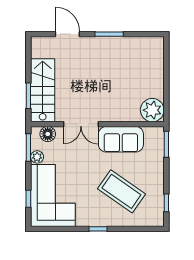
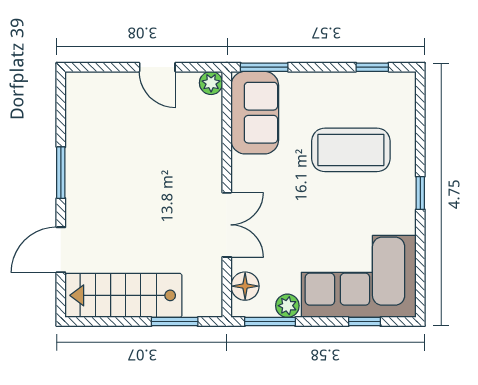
door: (166, 86) -> (157, 67), added
stairs: (43, 90) -> (123, 295), moved
plant: (152, 110) -> (211, 83), width x0.53, depth x0.53
sofa: (121, 139) -> (255, 113), moved
coffee table: (121, 191) -> (351, 150), turned 55

